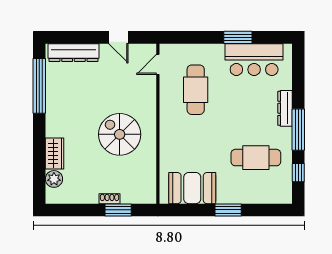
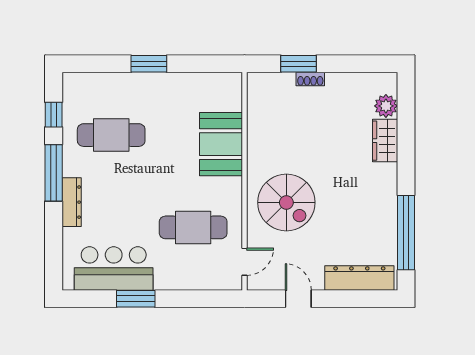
cafe table: (196, 90) -> (193, 227), turned 90
spiral stairs: (120, 134) -> (286, 202), moved
booth: (192, 188) -> (221, 144), moved, turned 90

